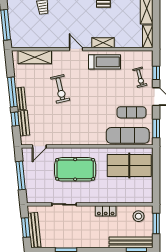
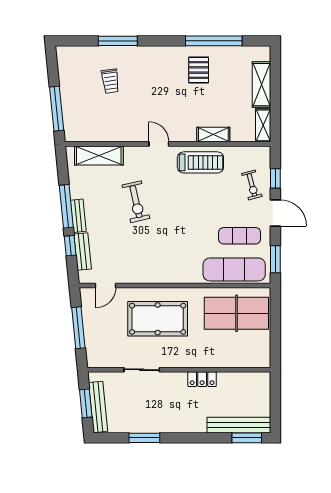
shelving: (103, 43) -> (213, 135), moved
stool: (138, 216) -> (250, 387), removed
window: (156, 223) -> (275, 397), removed

